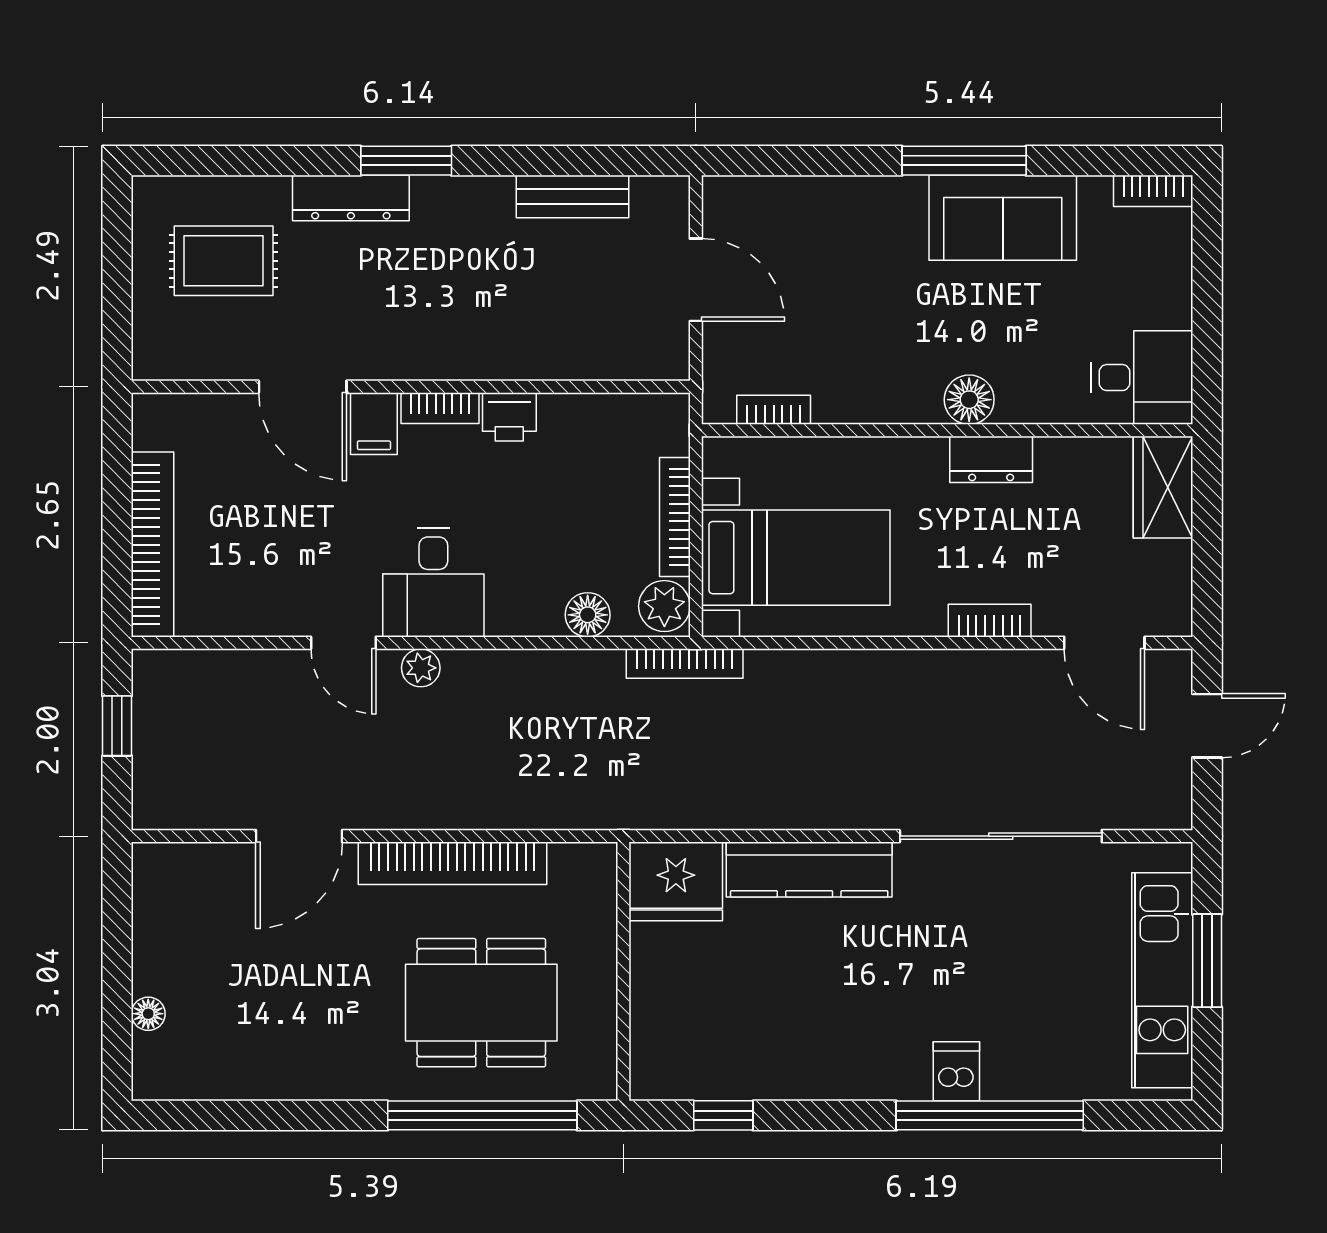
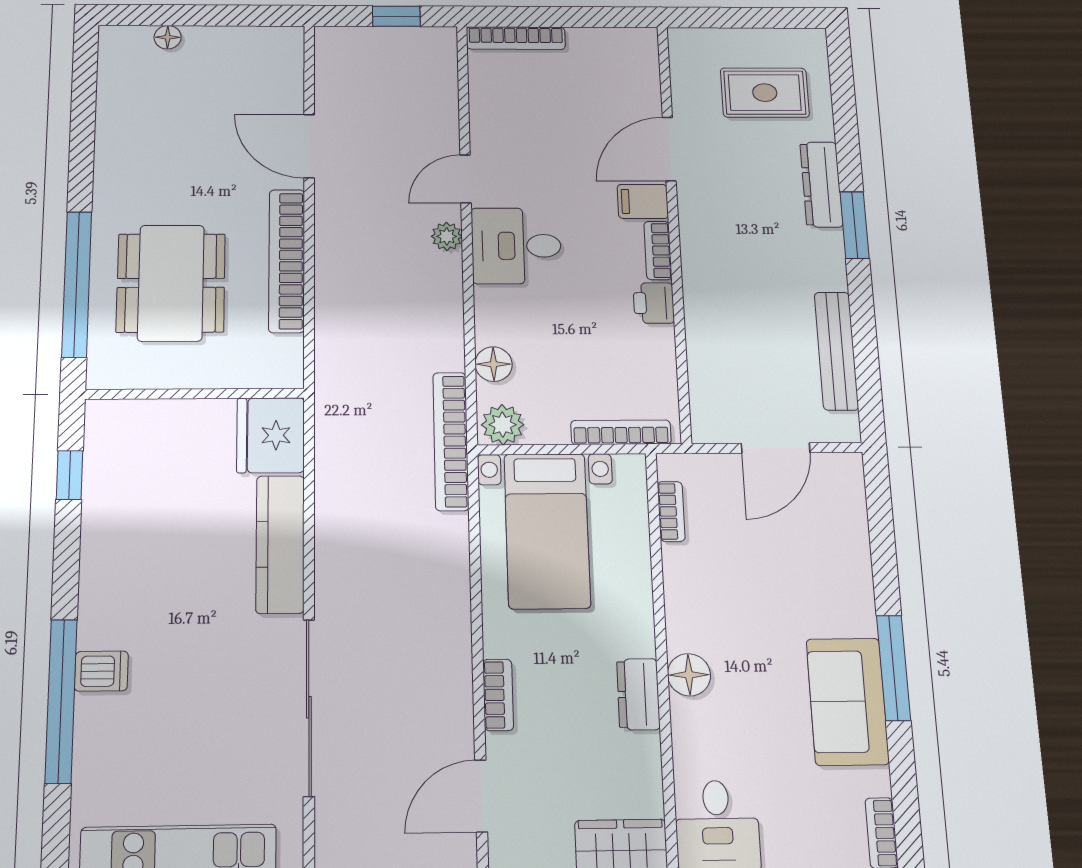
bench: (572, 197) -> (836, 351), width x1.36
rug: (224, 261) -> (765, 93), turned 90
bookcase: (675, 517) -> (621, 432), moved
bookcase: (153, 545) -> (516, 38), width x0.68, depth x0.76
bookcase: (685, 664) -> (451, 441), width x1.48, depth x1.31

